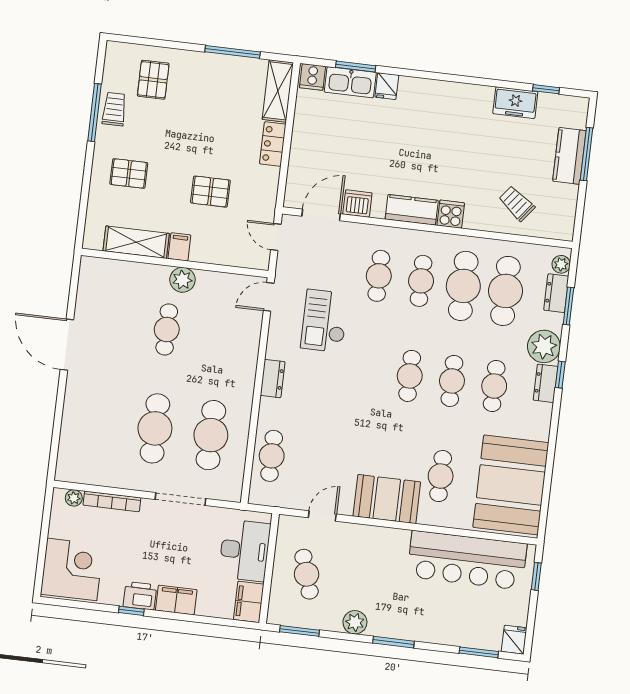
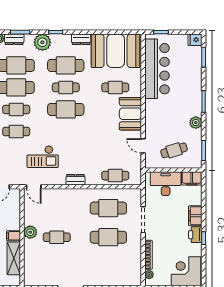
cafe table: (410, 376) -> (66, 109), width x1.37, depth x1.35
dresser: (546, 383) -> (81, 39), moved
cafe table: (494, 386) -> (66, 65), width x1.37, depth x1.35

